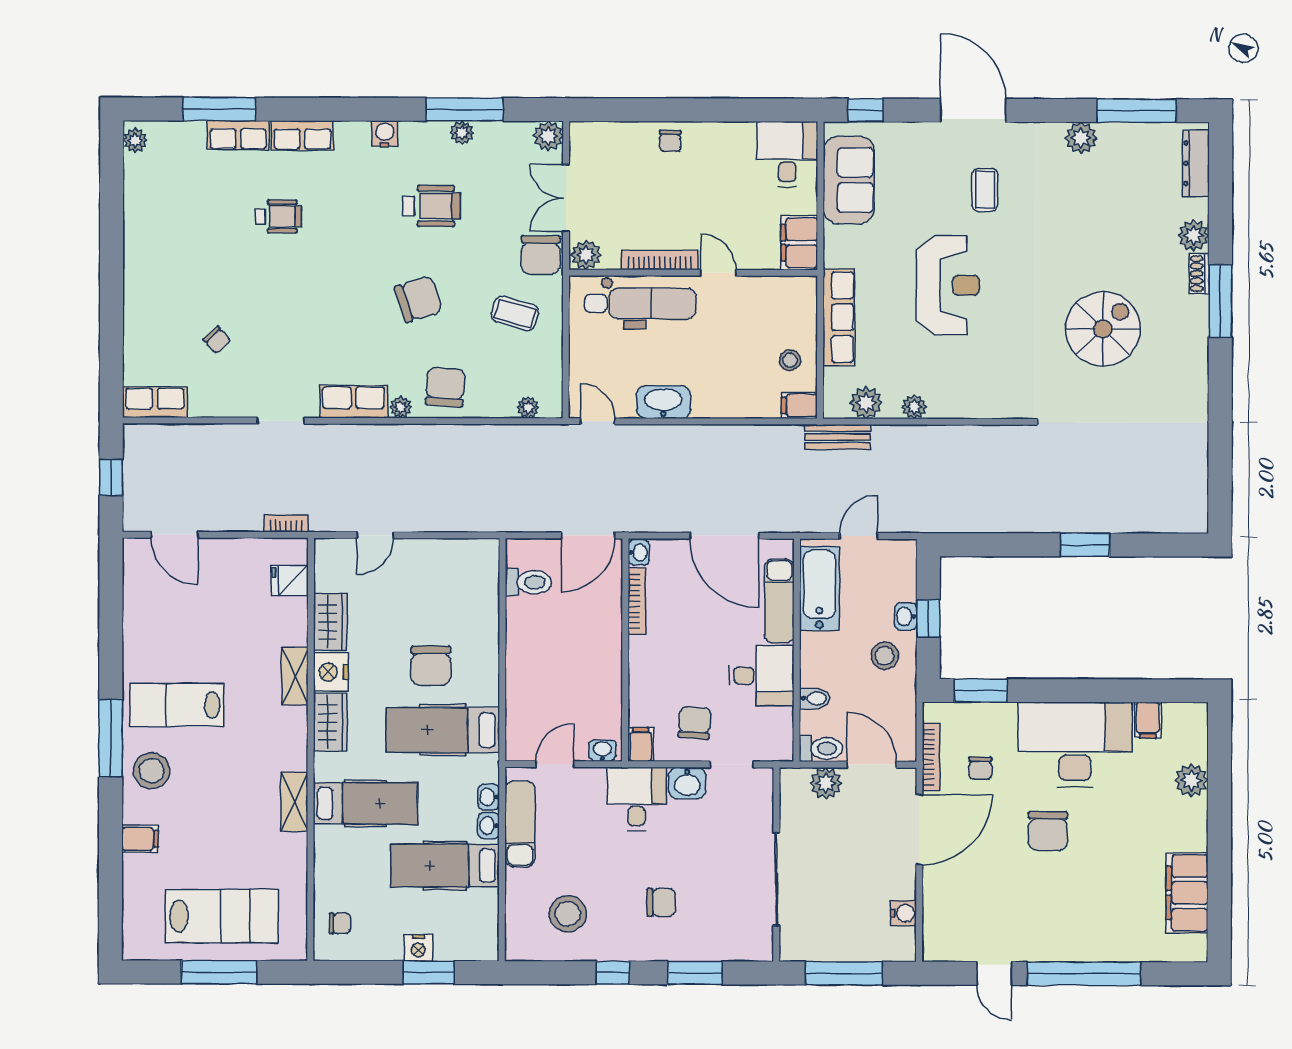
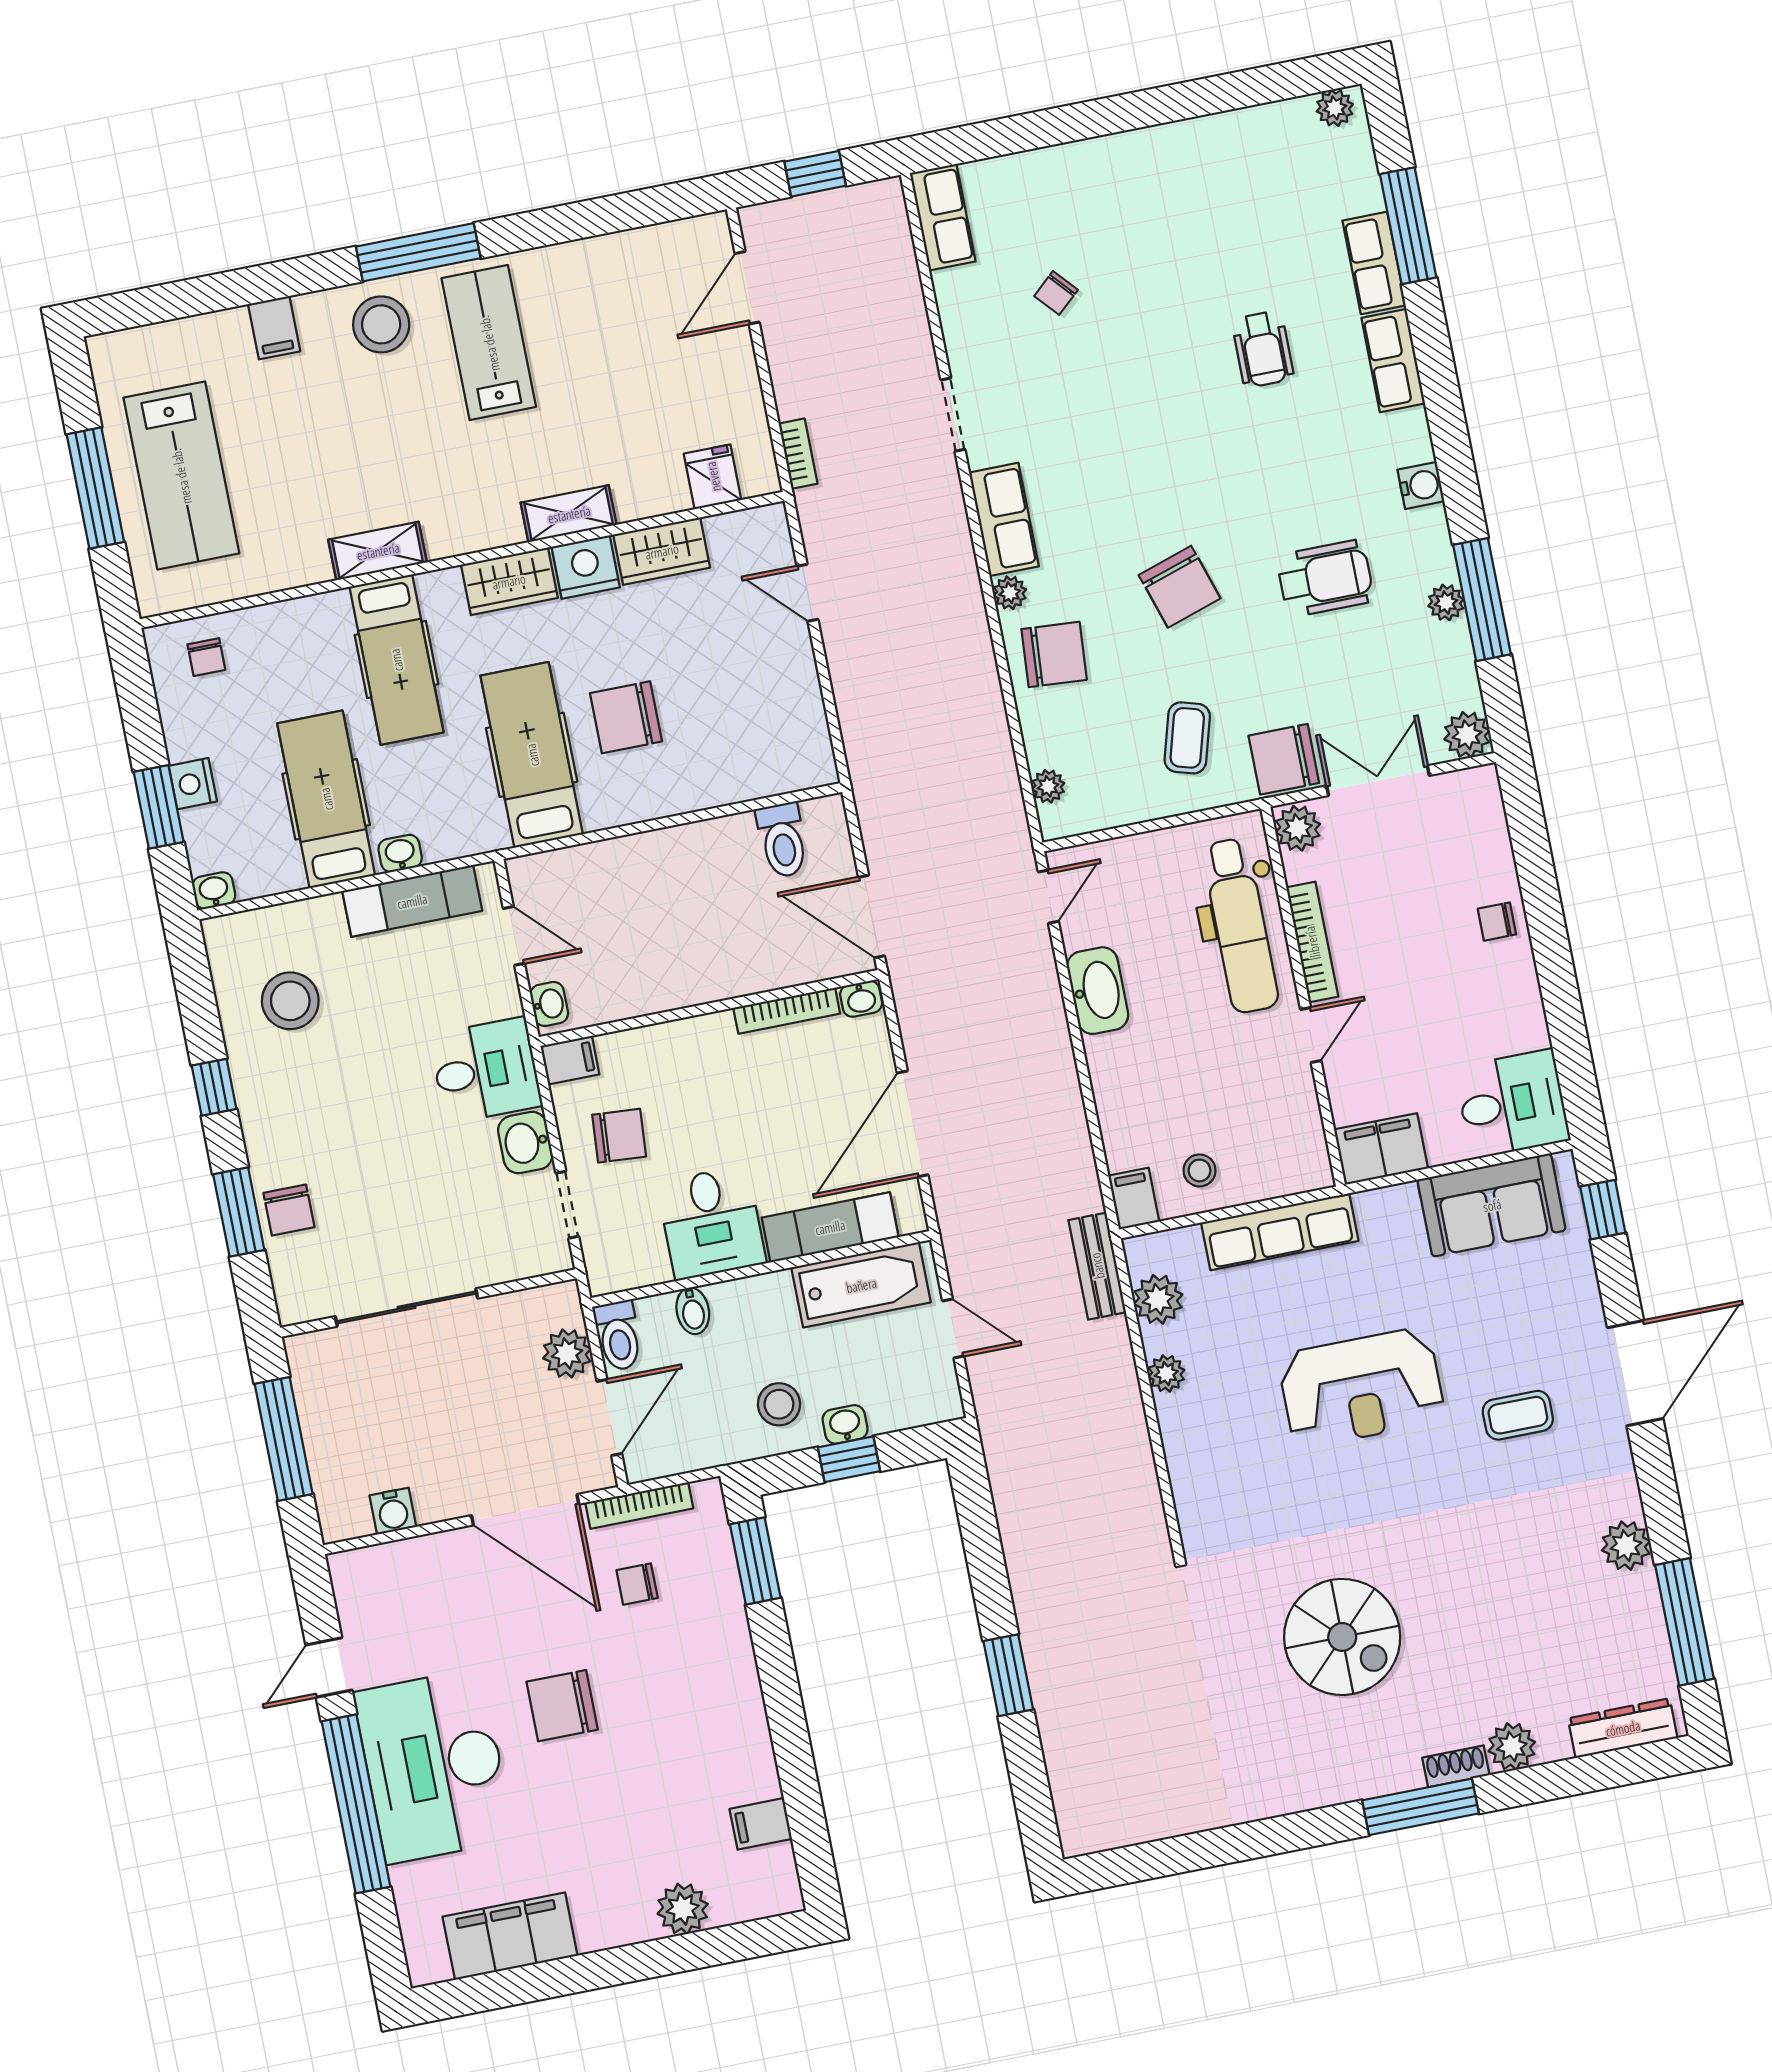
wheelchair: (431, 206) -> (1325, 578), turned -90
desk: (1075, 745) -> (434, 1766), moved, turned 180
washbasin: (489, 797) -> (214, 891), moved
chair: (661, 902) -> (289, 1210), moved

